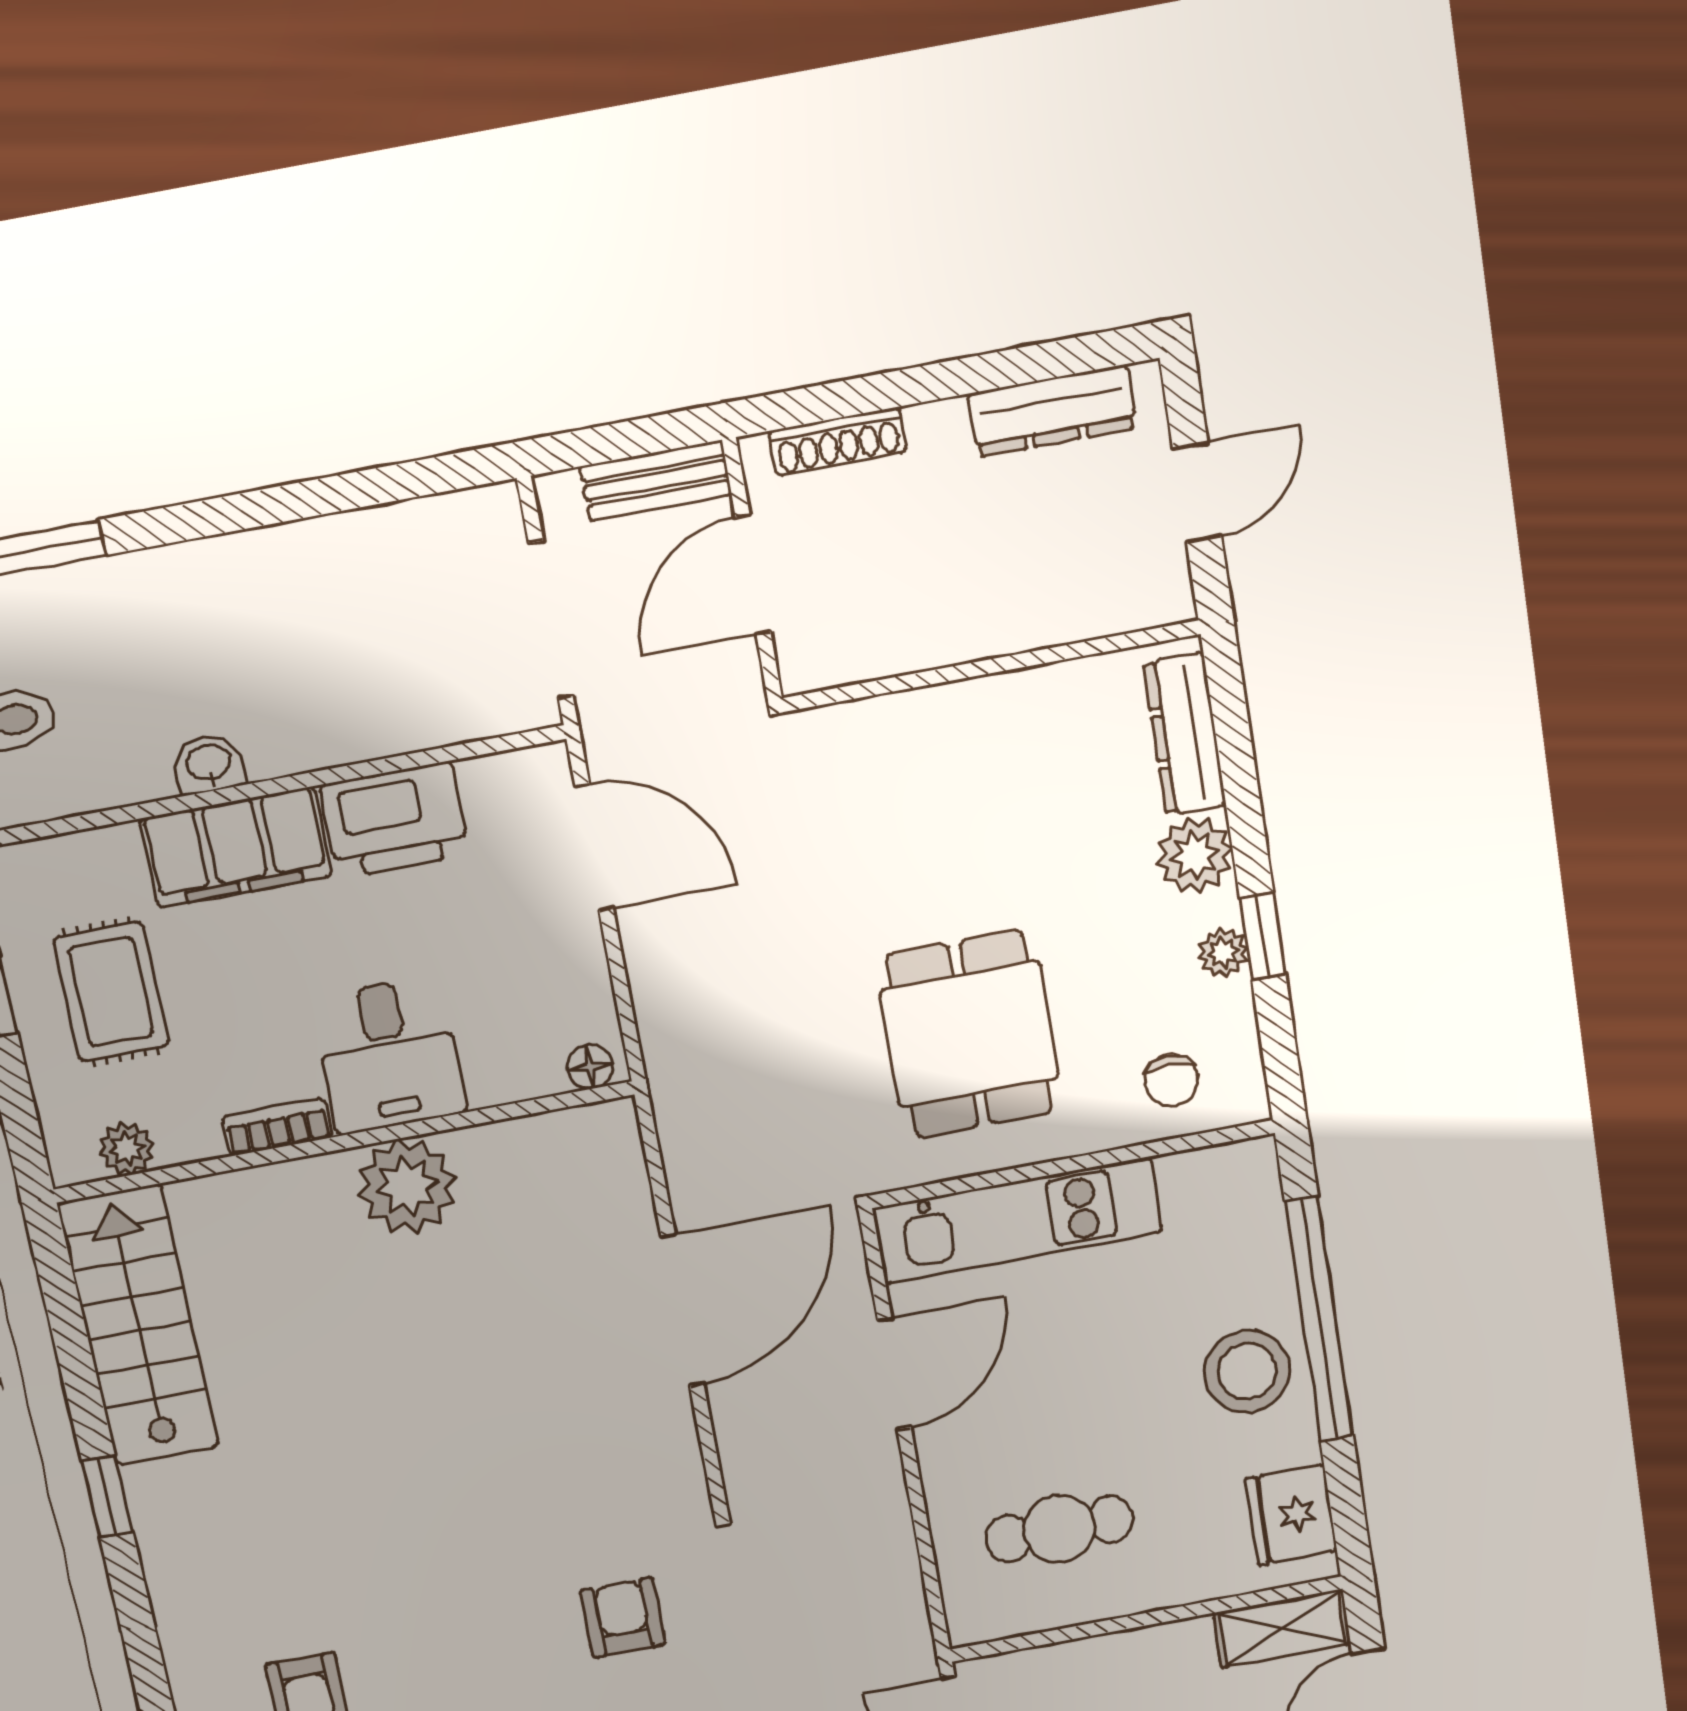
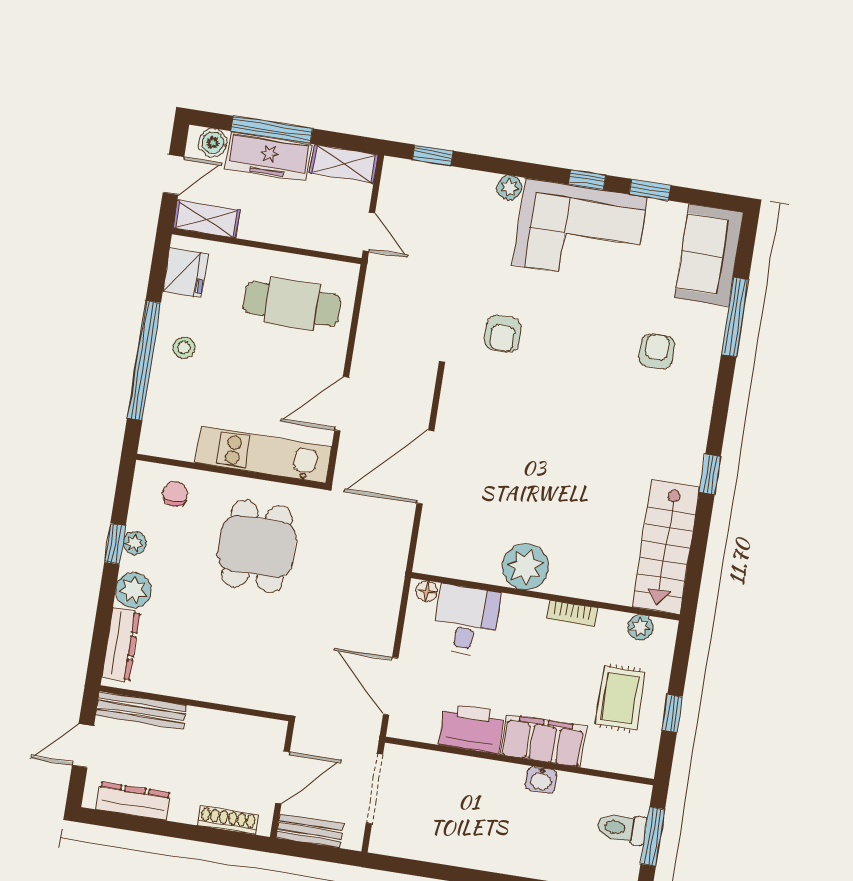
bench: (1098, 611) -> (141, 710), added
desk: (389, 1055) -> (466, 620), moved
stool: (1247, 1371) -> (184, 348), width x0.53, depth x0.53
cafe table: (1059, 1529) -> (292, 304), width x1.37, depth x1.35

